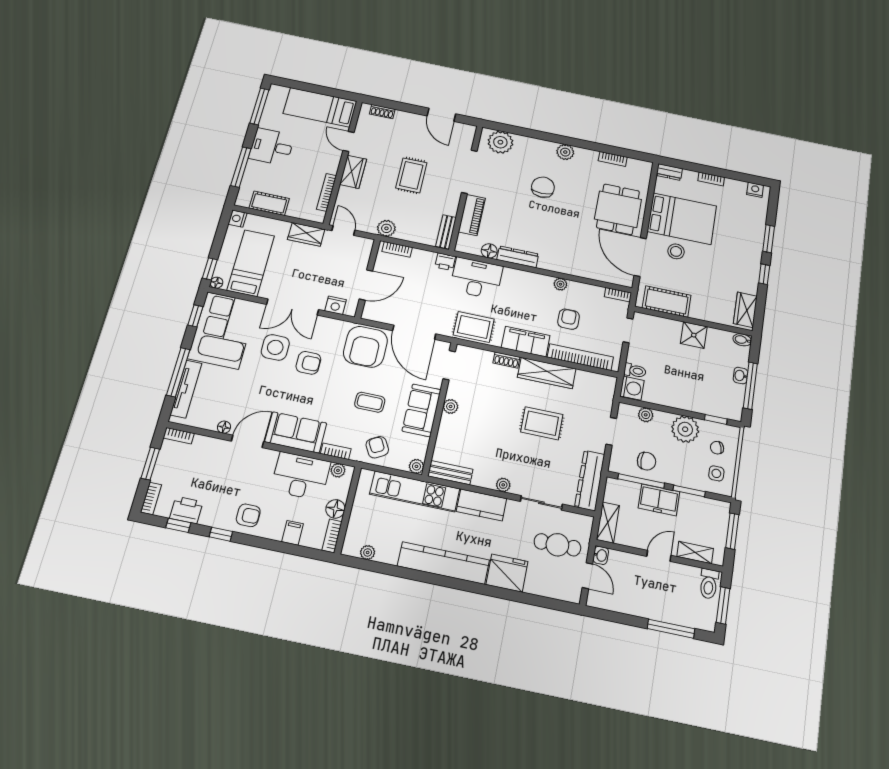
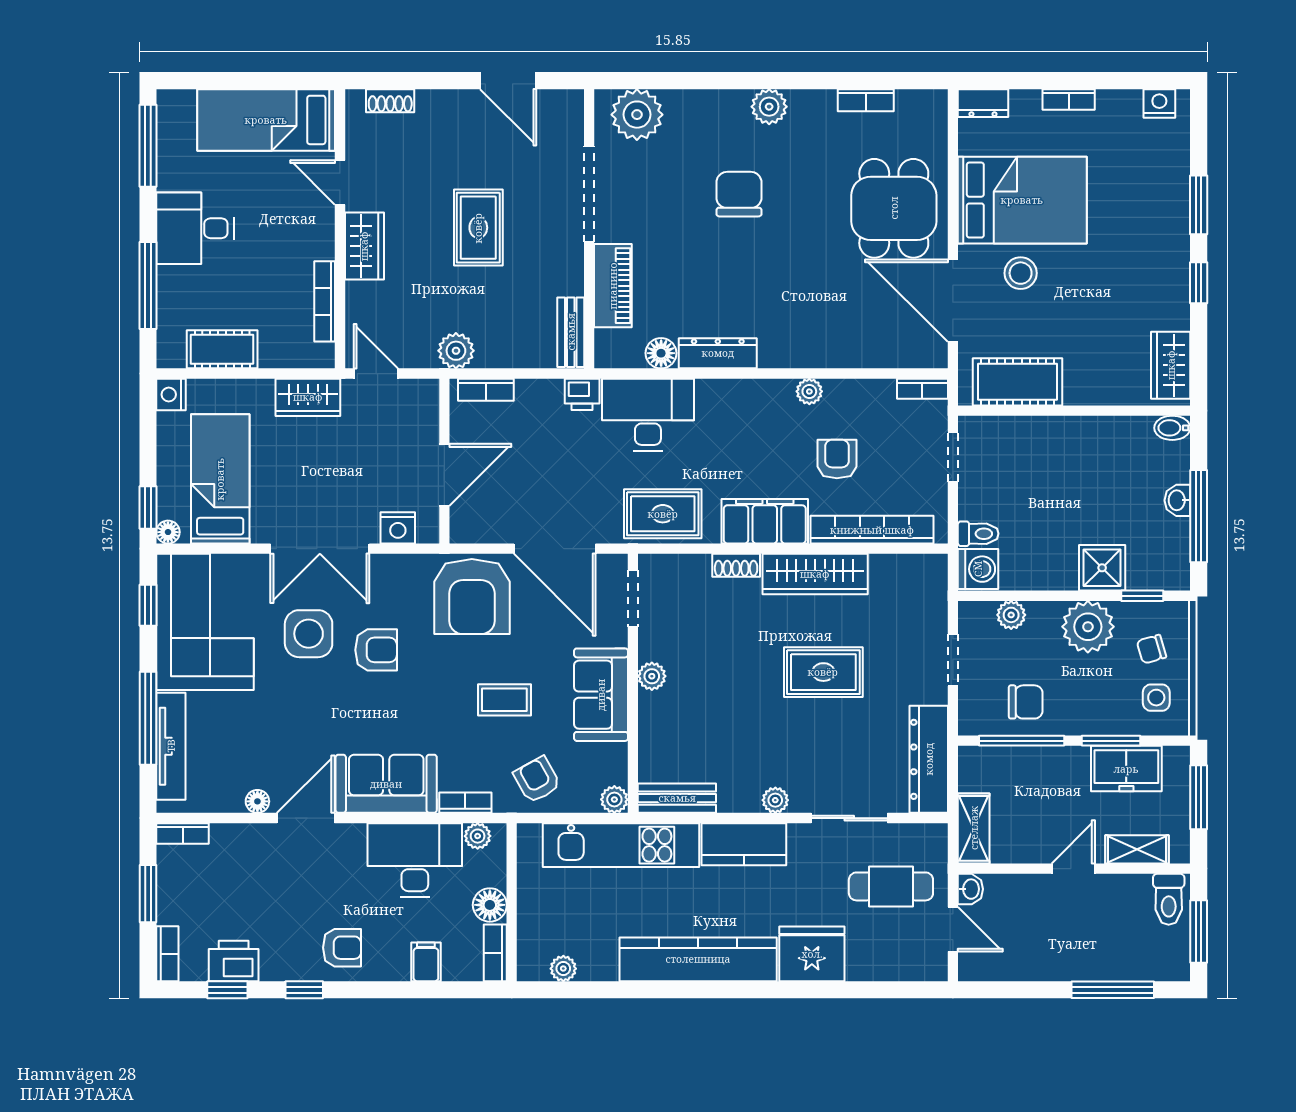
shower: (694, 335) -> (1102, 568), moved
freezer: (659, 500) -> (1126, 769), moved

